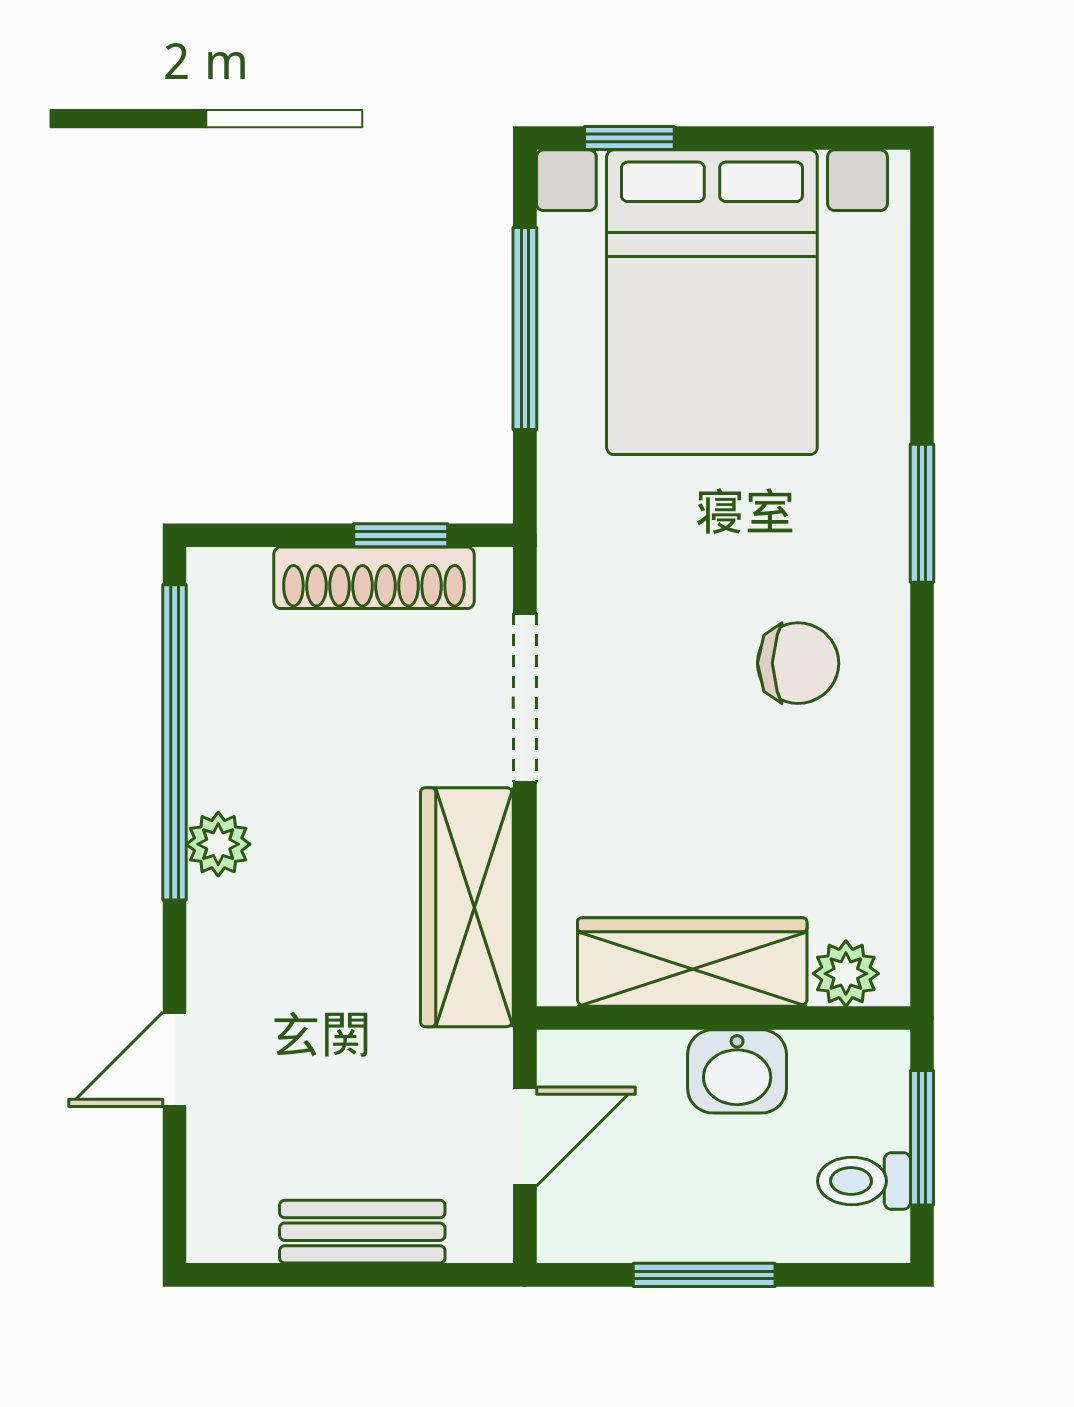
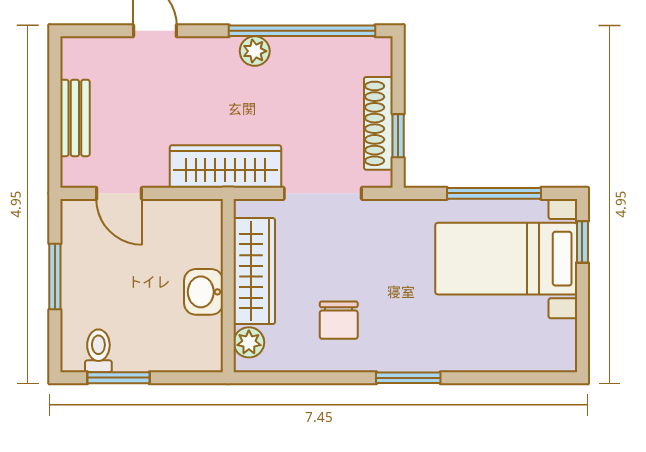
bed with nightstands: (712, 302) -> (506, 259), width x0.73
wardrobe: (692, 962) -> (254, 271), moved
plant: (846, 974) -> (249, 342), moved
wall: (723, 1018) -> (228, 286), moved
washbasin: (737, 1071) -> (203, 292), moved

